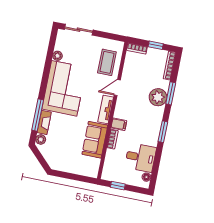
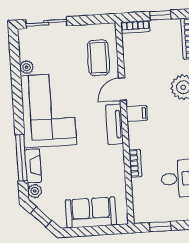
filing cabinet: (119, 124) -> (137, 113), moved
sofa: (95, 140) -> (91, 212), moved, turned 90
window: (40, 158) -> (41, 217), added

